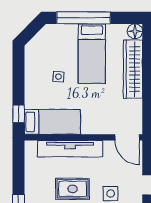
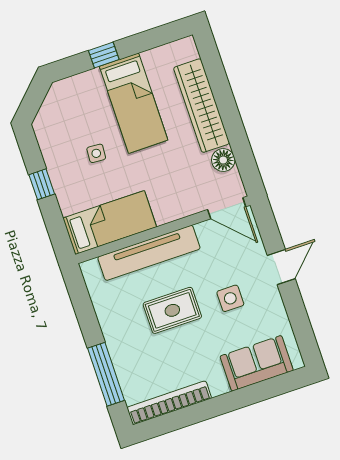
window: (84, 18) -> (104, 55), width x0.32
floor lamp: (135, 31) -> (223, 160), moved
window: (19, 114) -> (42, 184), moved

